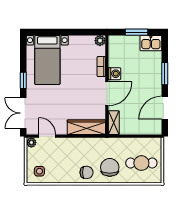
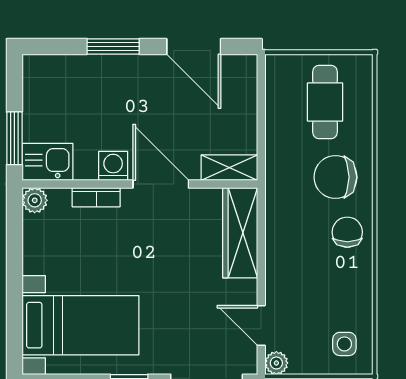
window: (137, 32) -> (14, 138), moved
kitchen sink: (151, 43) -> (47, 162), moved, turned -90
door: (47, 136) -> (261, 325), hinge flipped

